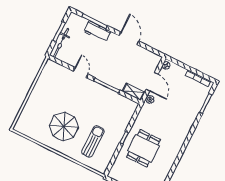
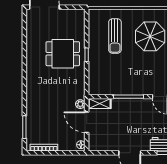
dining table: (143, 148) -> (63, 54), turned 90

